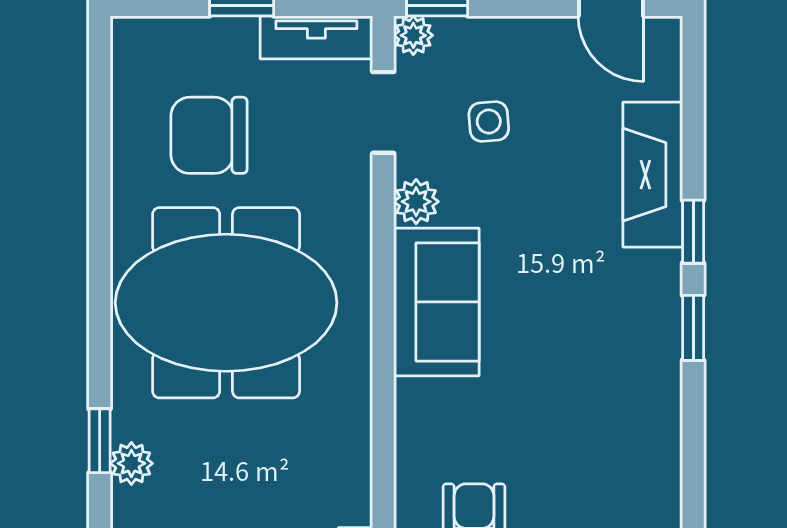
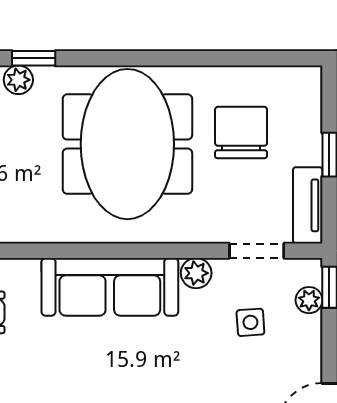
plant: (413, 35) -> (309, 300), moved
sofa: (436, 302) -> (110, 287), width x1.36

